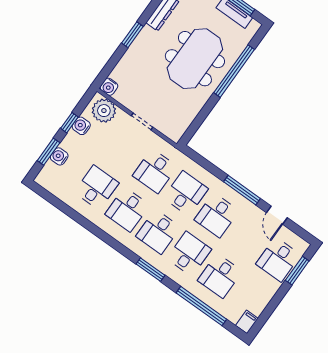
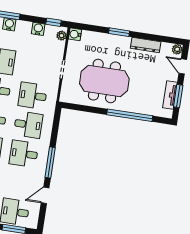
meeting table: (195, 59) -> (104, 81), moved
plant: (104, 111) -> (62, 36), width x0.53, depth x0.53
window: (69, 123) -> (54, 22), moved

